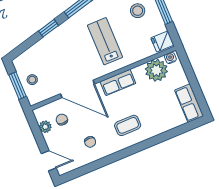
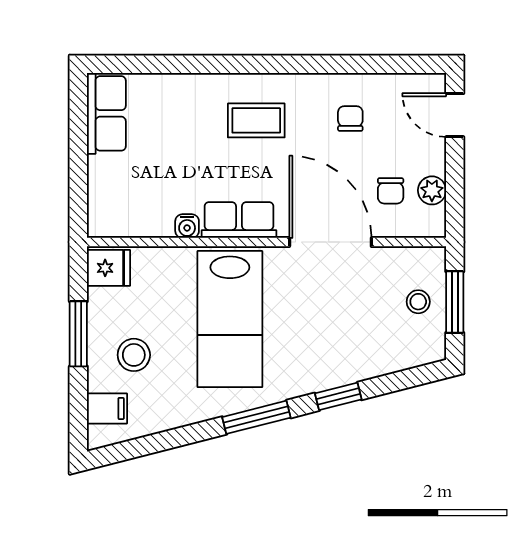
lab bench: (105, 41) -> (230, 319), width x1.36, depth x1.39
water cooler: (170, 58) -> (187, 226), moved
plant: (156, 70) -> (147, 212), removed

